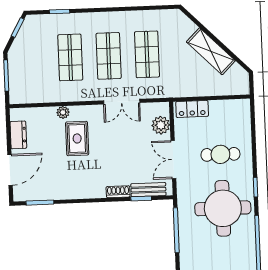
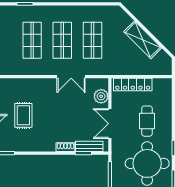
locker: (192, 109) -> (133, 84), width x1.53
plant: (63, 112) -> (25, 83), removed
rug: (77, 138) -> (23, 115), moved
cafe table: (220, 154) -> (147, 121), turned 90

